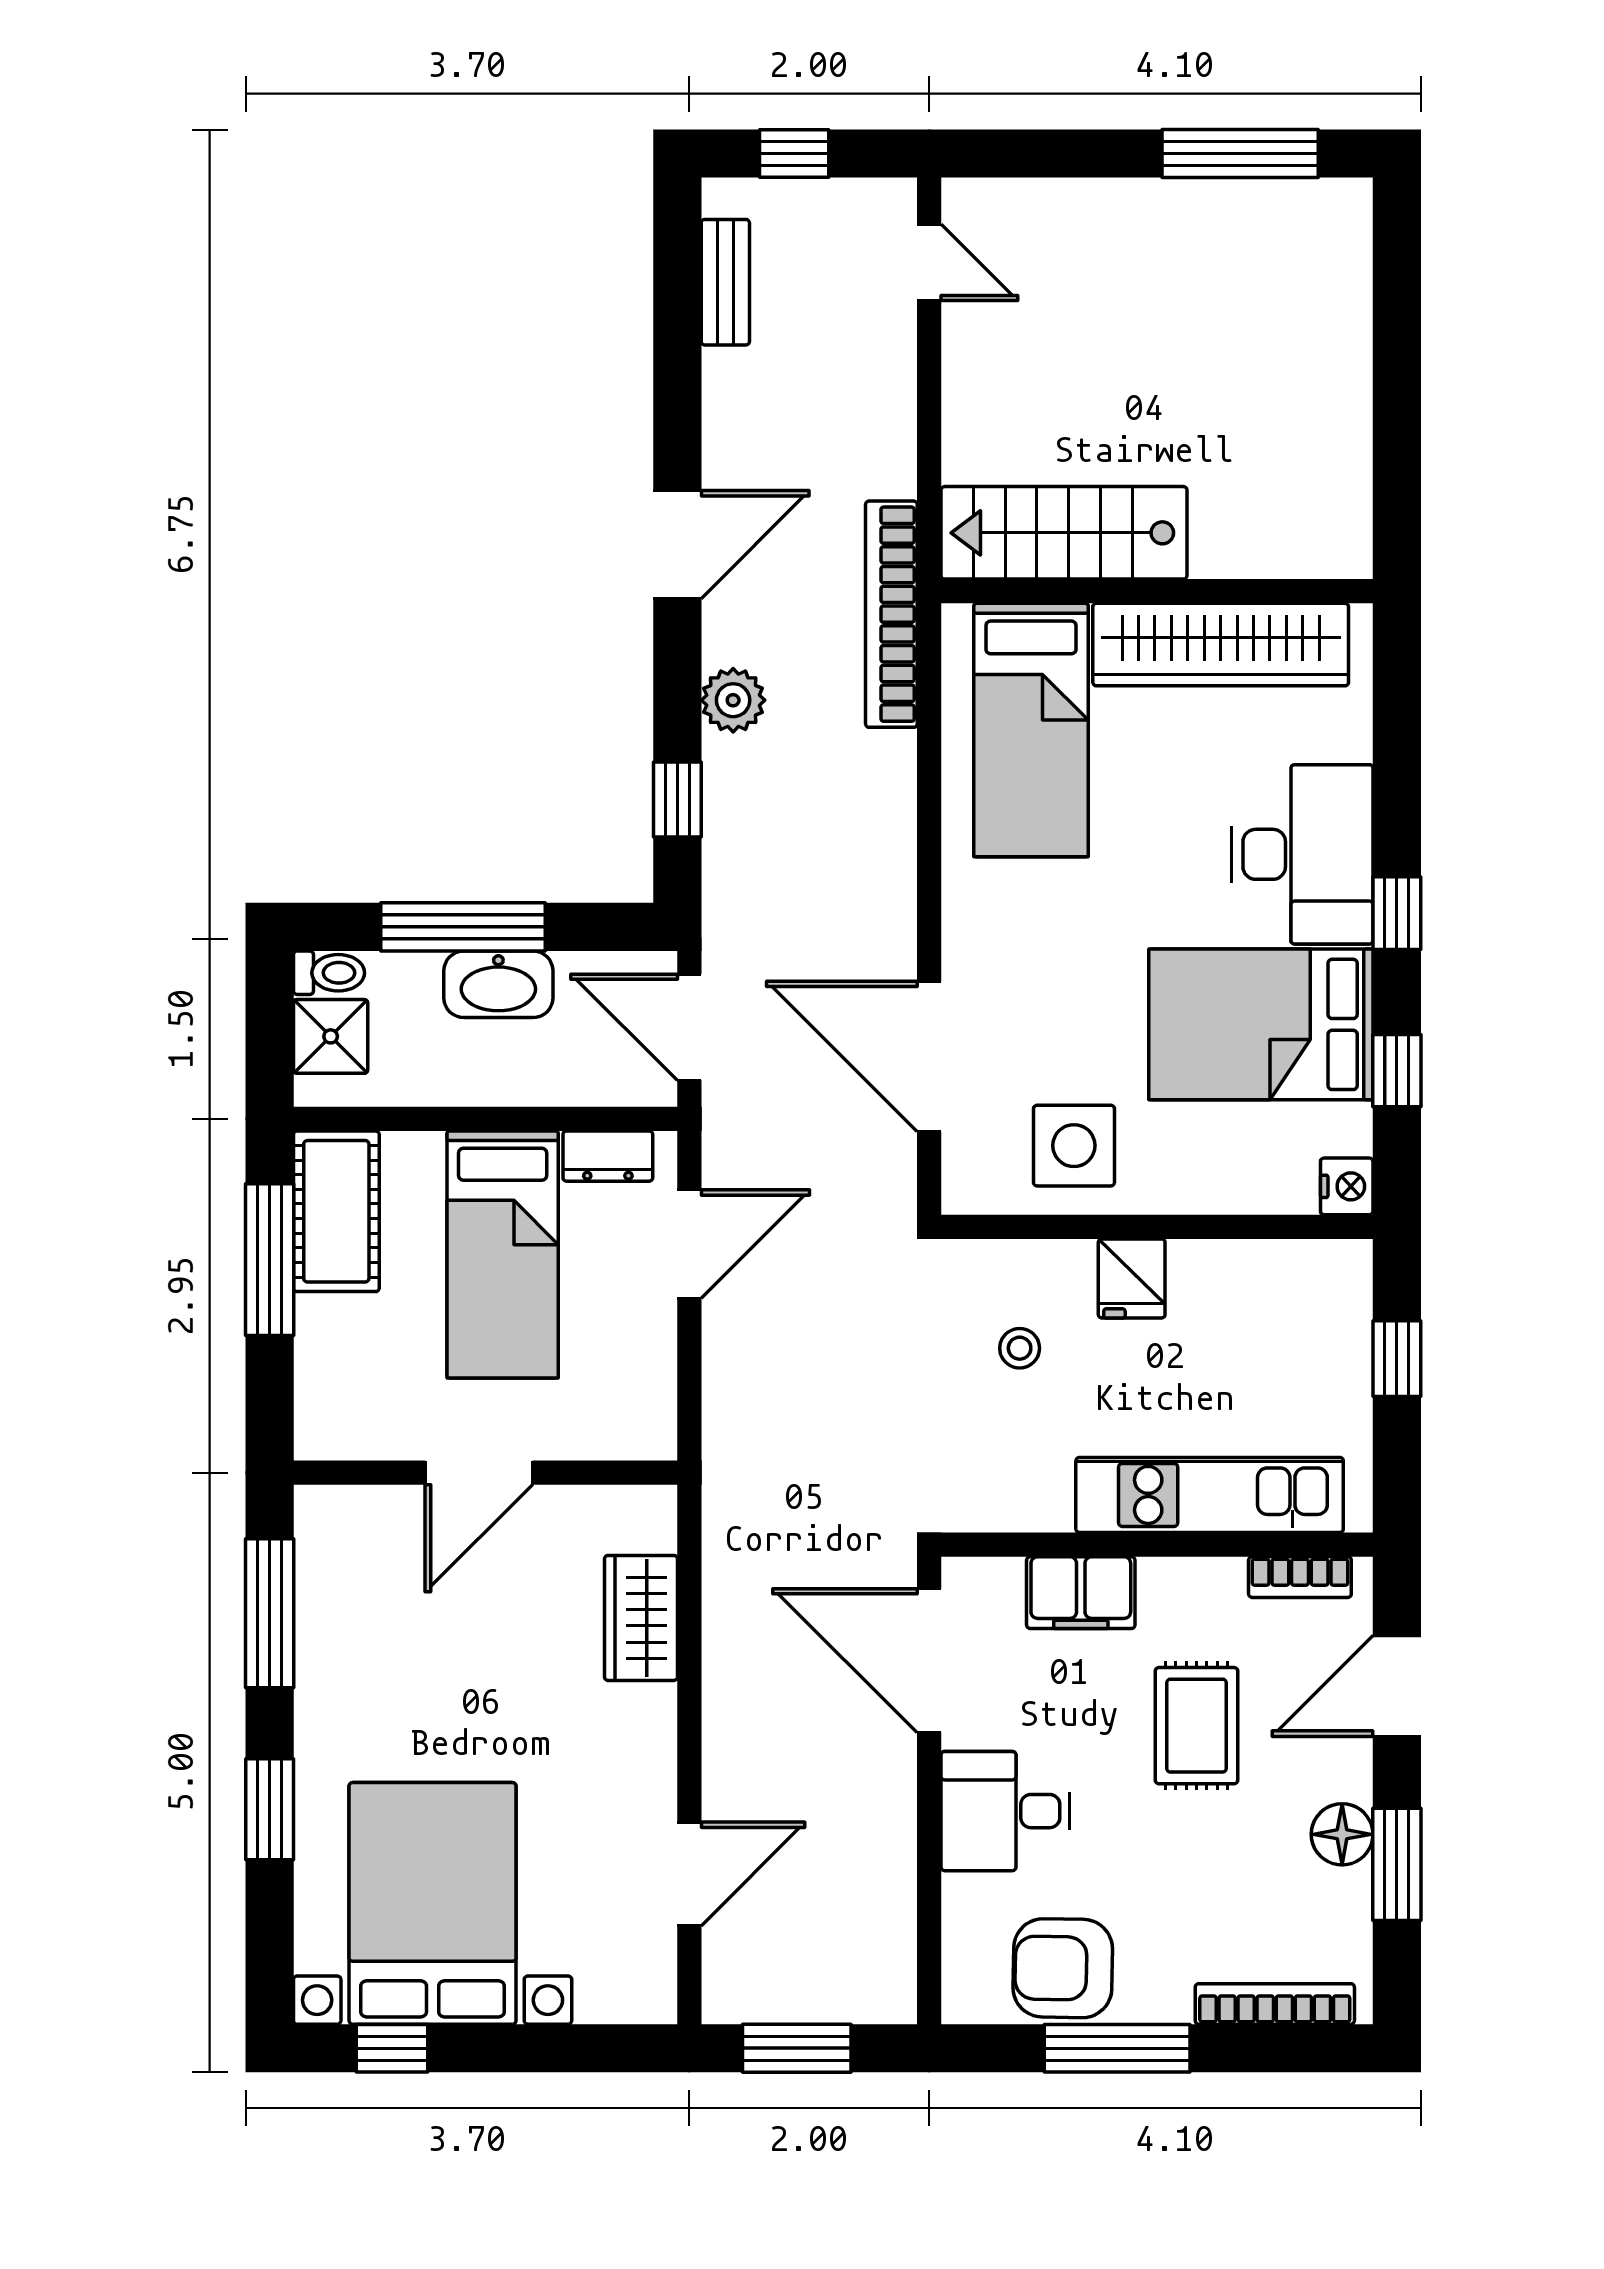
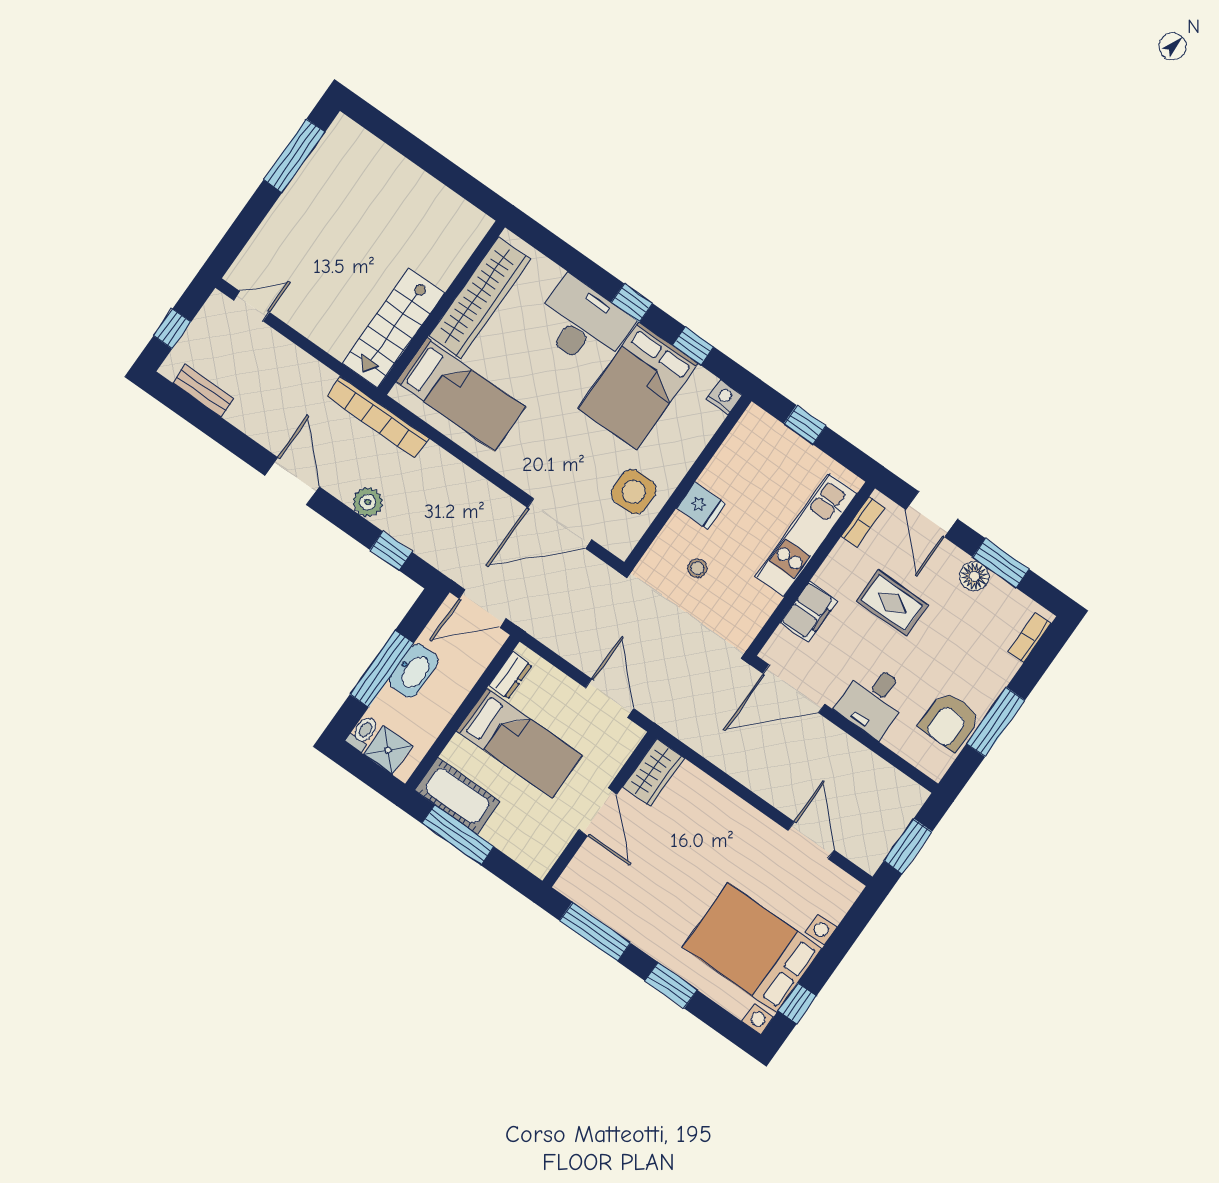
door: (689, 1244) -> (609, 698), moved
wardrobe: (641, 1618) -> (654, 773), moved, turned -90
bookcase: (1275, 2004) -> (1029, 638), width x0.64

